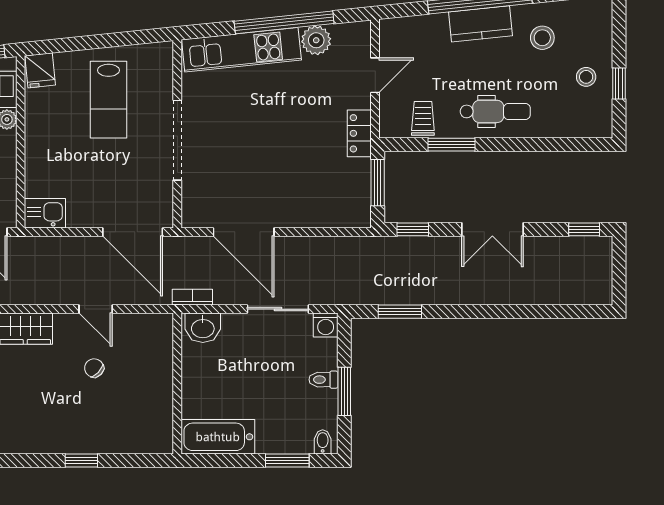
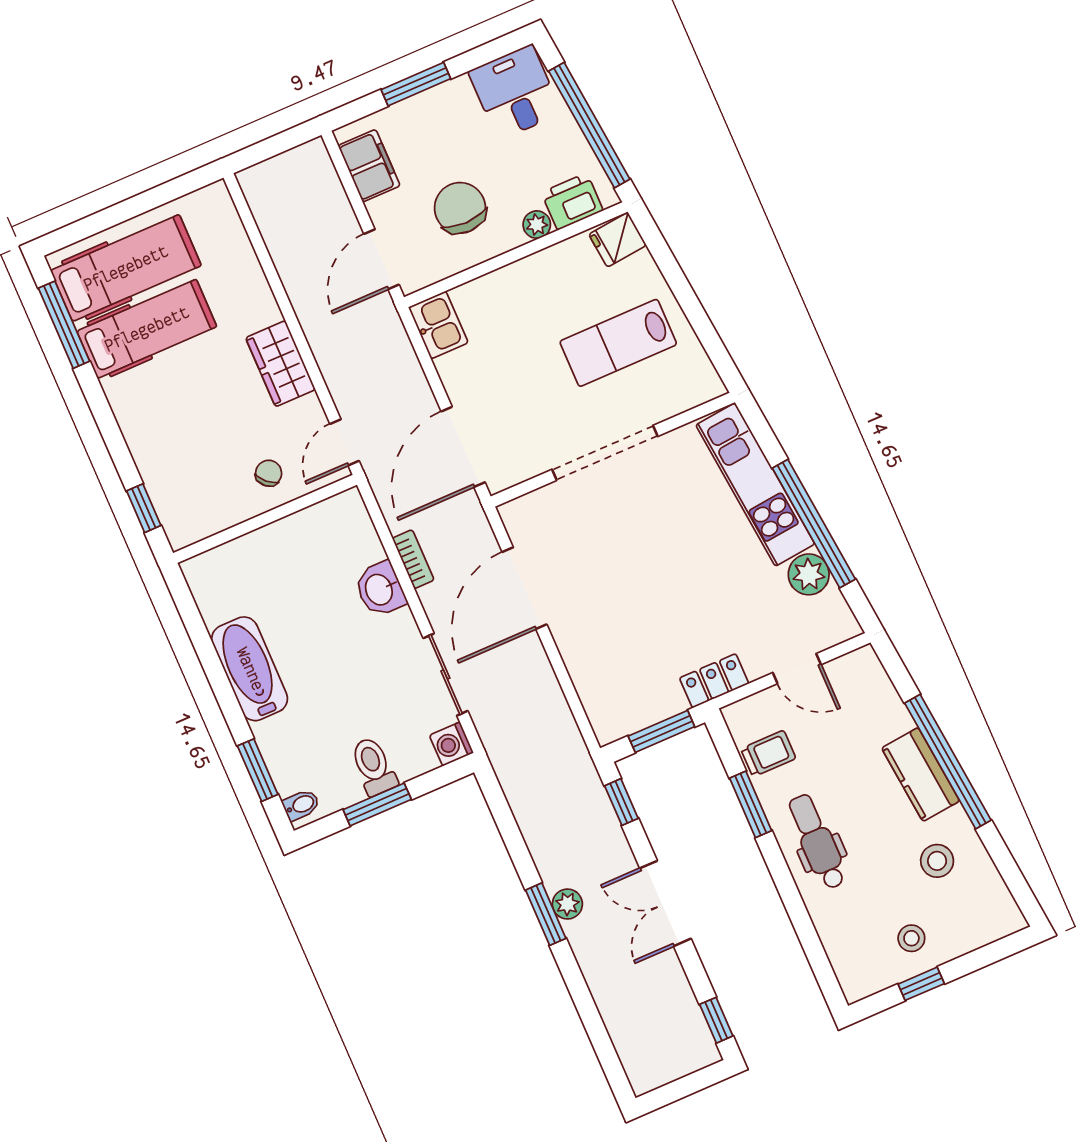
dental chair: (495, 111) -> (817, 842), turned 180
plant: (465, 294) -> (567, 904), added
window: (400, 312) -> (546, 914), moved
toilet: (323, 380) -> (374, 766), width x1.37, depth x1.39
wall: (177, 383) -> (265, 519), moved

